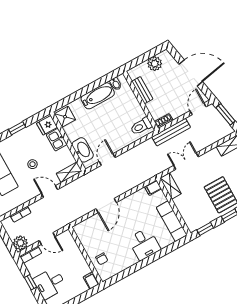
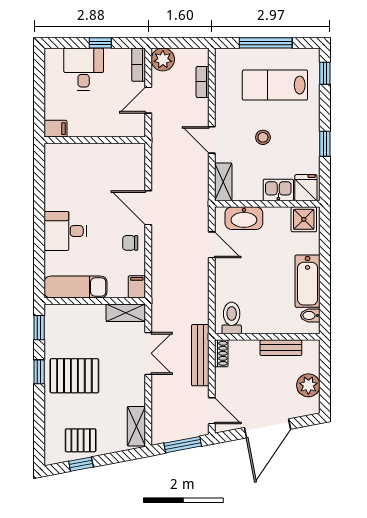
door: (49, 191) -> (212, 140), swing flipped
chair: (102, 259) -> (130, 243), moved

